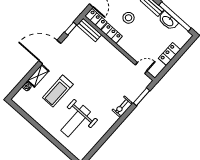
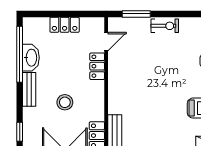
locker: (112, 33) -> (97, 66), moved
door: (141, 68) -> (106, 42), swing flipped

